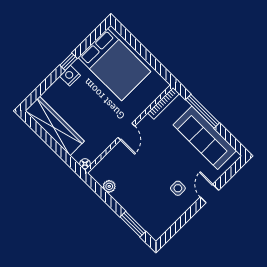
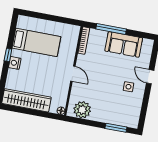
bed: (115, 65) -> (36, 42), width x0.67
sofa: (205, 138) -> (124, 44), width x0.73
plant: (109, 186) -> (82, 110), width x1.87, depth x1.87

